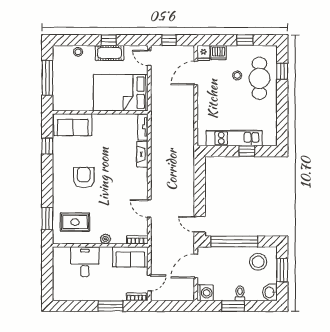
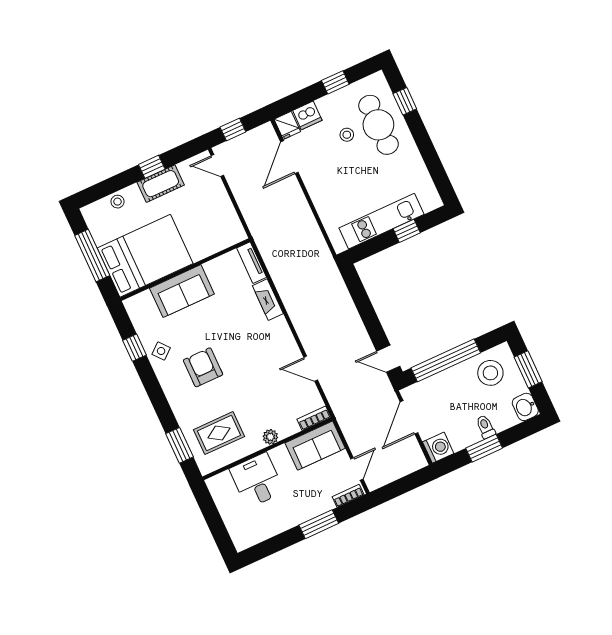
bed: (121, 93) -> (145, 256), moved, turned 180
sofa: (73, 125) -> (182, 291), moved
side table: (63, 156) -> (161, 351), added

